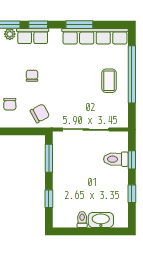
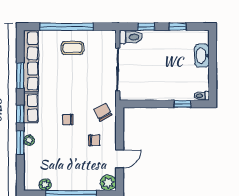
row of seats: (33, 36) -> (31, 108), moved
window: (49, 158) -> (145, 104), removed
toilet: (116, 159) -> (131, 37), moved, turned -90
toilet: (82, 219) -> (202, 96), moved

